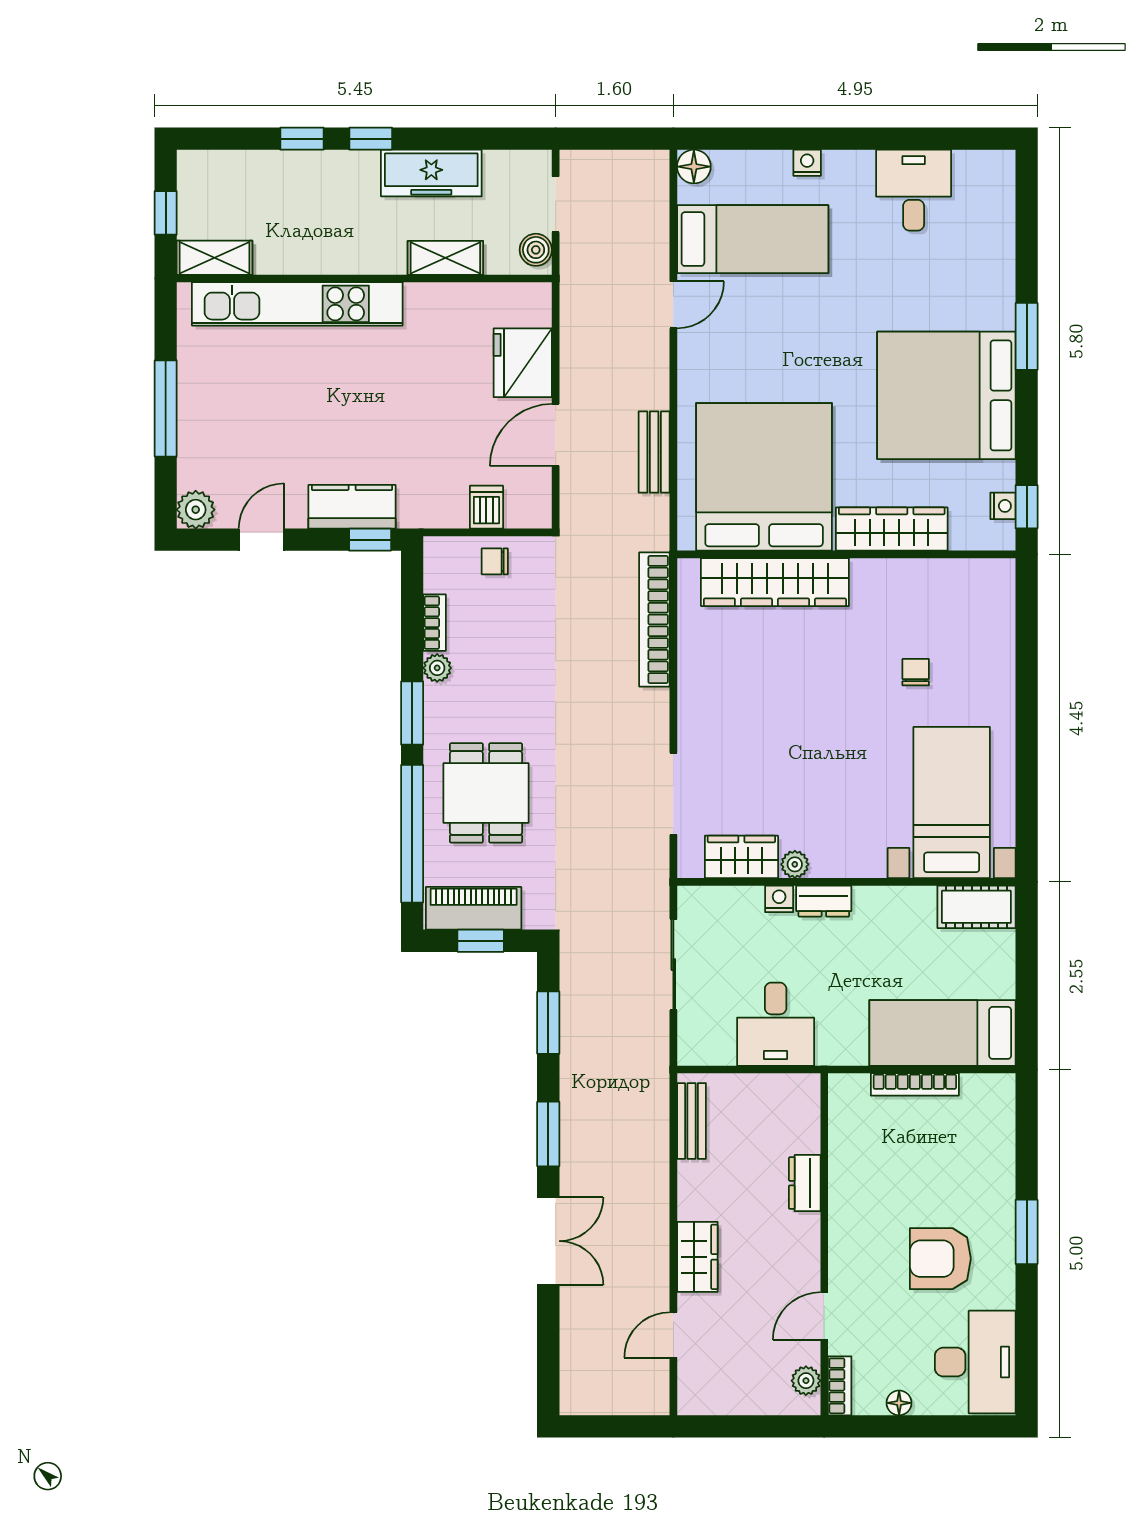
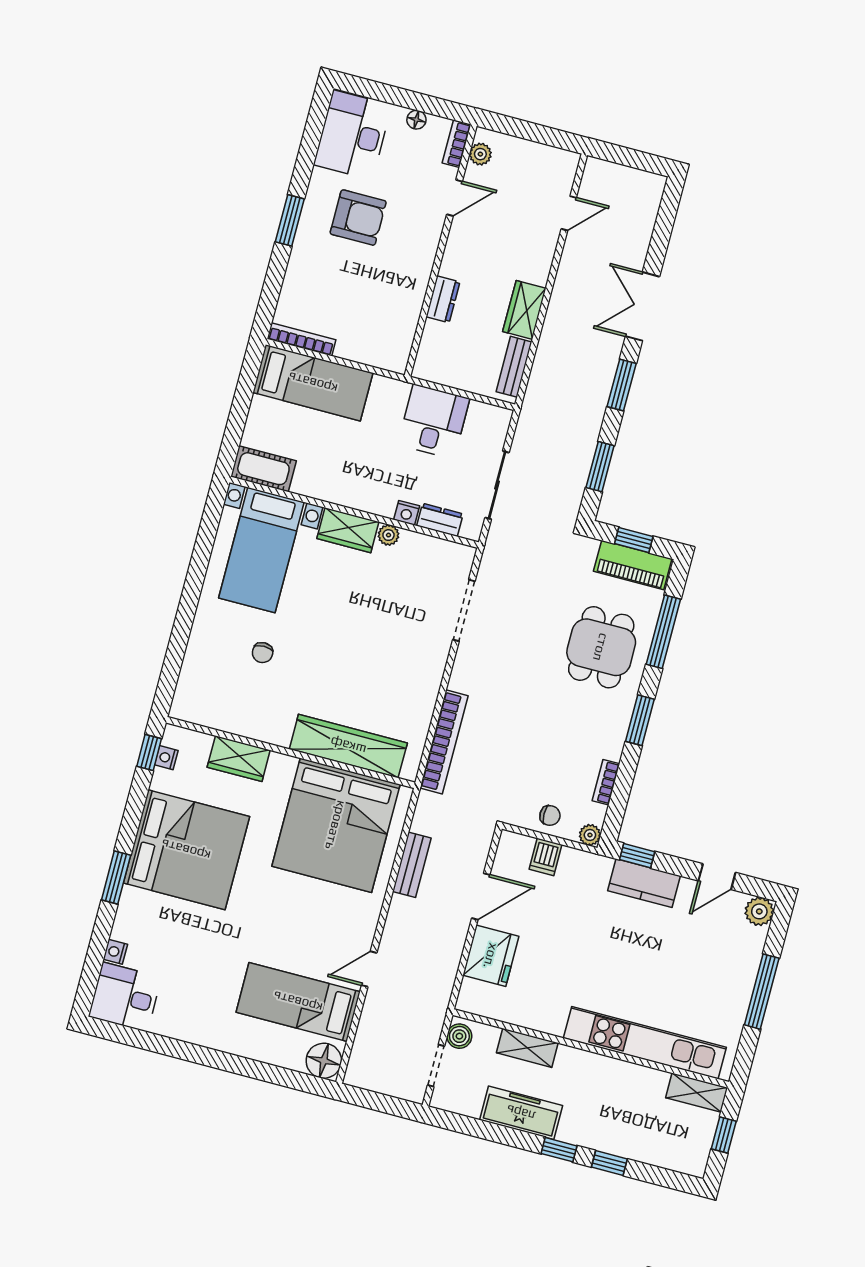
nightstand: (807, 163) -> (115, 952), moved, turned 90
floor lamp: (694, 167) -> (324, 1061), width x1.38, depth x1.38
desk: (914, 190) -> (125, 997), moved, turned 90
wardrobe: (892, 529) -> (239, 759), width x0.67
plant: (437, 668) -> (590, 835), moved
window: (412, 834) -> (663, 632), width x0.68
wardrobe: (741, 857) -> (348, 530), moved
dresser: (824, 901) -> (440, 520), moved
bookcase: (915, 1084) -> (301, 339), moved
wardrobe: (697, 1257) -> (524, 310), moved

